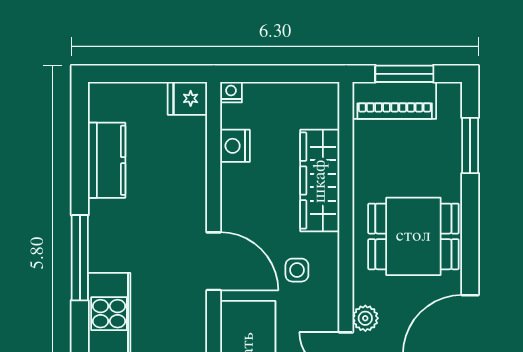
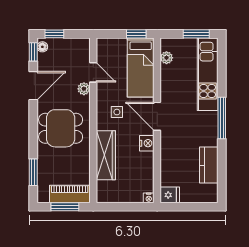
nightstand: (235, 146) -> (147, 143), moved

